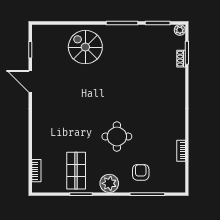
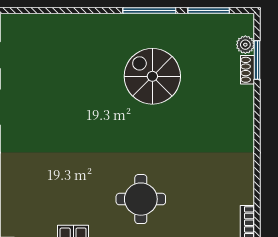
plant: (180, 30) -> (245, 45), moved
spiral stairs: (85, 47) -> (152, 76), moved

